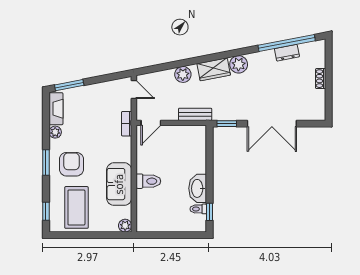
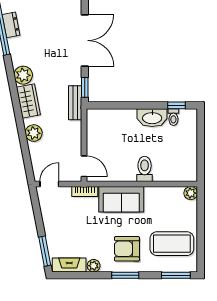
bench: (195, 114) -> (75, 103), moved
sofa: (119, 184) -> (121, 199), moved
window: (46, 211) -> (176, 275), width x1.50

